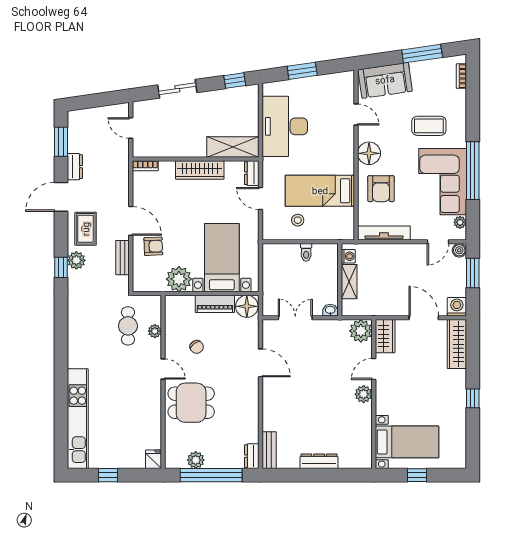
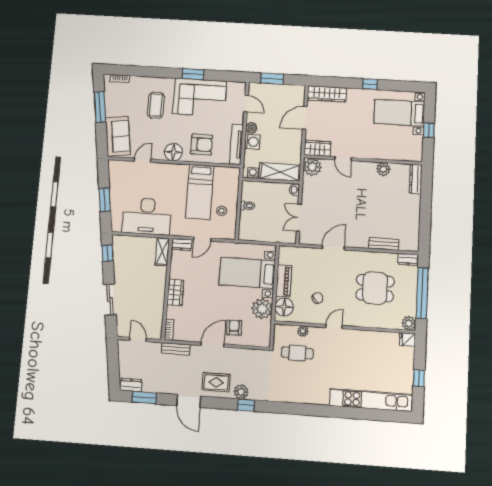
door: (131, 128) -> (138, 339), swing flipped
shelving: (233, 147) -> (162, 251), width x0.67, depth x0.75
dresser: (75, 167) -> (131, 385), moved
wardrobe: (200, 170) -> (175, 292), width x0.67
window: (473, 171) -> (193, 74), width x0.47
plant: (460, 222) -> (232, 86), removed
boiler: (459, 250) -> (251, 128), moved
bench: (122, 258) -> (176, 349), moved
shelving: (349, 282) -> (280, 172), width x1.50, depth x1.33
floor lamp: (247, 306) -> (284, 307), moved
washing machine: (457, 307) -> (252, 142), moved, turned 180
plant: (364, 394) -> (383, 169), moved
dining table: (191, 403) -> (375, 288), moved, turned 90
bed with nightstands: (407, 442) -> (399, 113), moved, turned -90
bench: (269, 450) -> (384, 244), moved
plant: (196, 460) -> (409, 323), moved
dresser: (319, 461) -> (416, 179), moved

